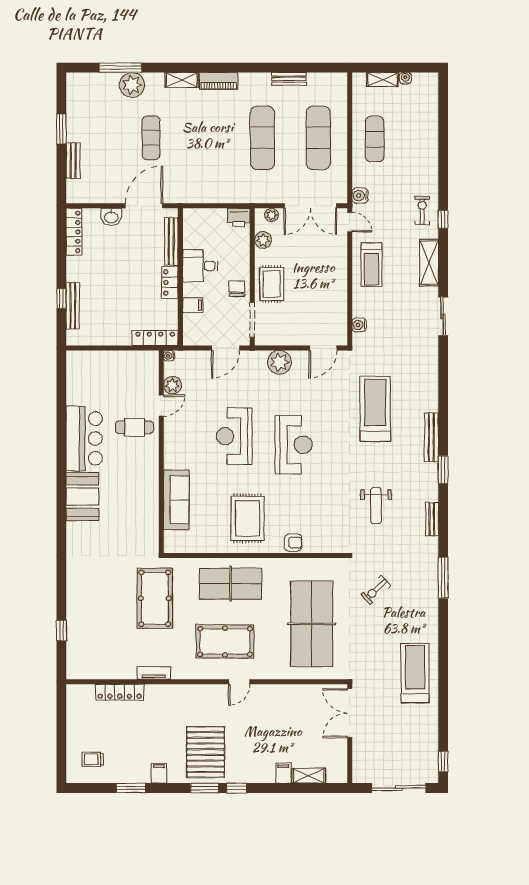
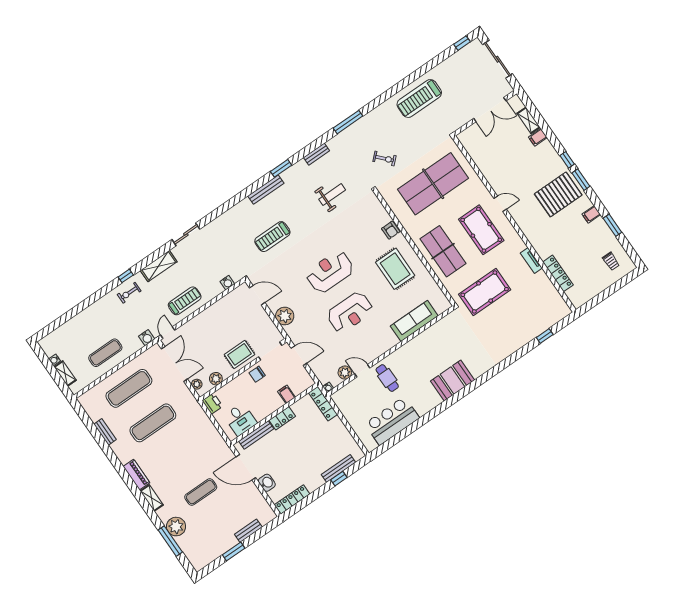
desk: (200, 266) -> (240, 419), moved
treadmill: (375, 409) -> (272, 237), width x0.73, depth x0.73
bar counter: (84, 438) -> (392, 421), moved
rug: (248, 518) -> (395, 269), turned 90
armchair: (293, 543) -> (391, 230), turned 180
double door: (350, 713) -> (490, 110), moved

